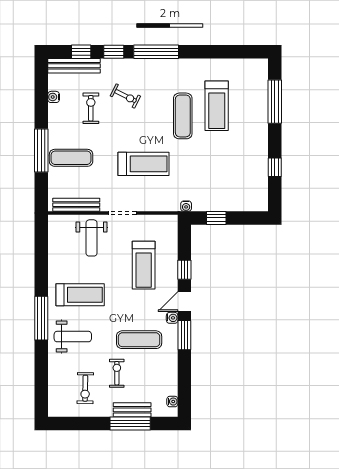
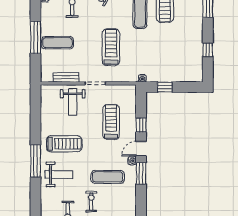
treadmill: (144, 164) -> (111, 47), turned -90
bench: (76, 205) -> (66, 77), width x0.73
treadmill: (144, 265) -> (111, 122), turned 180

